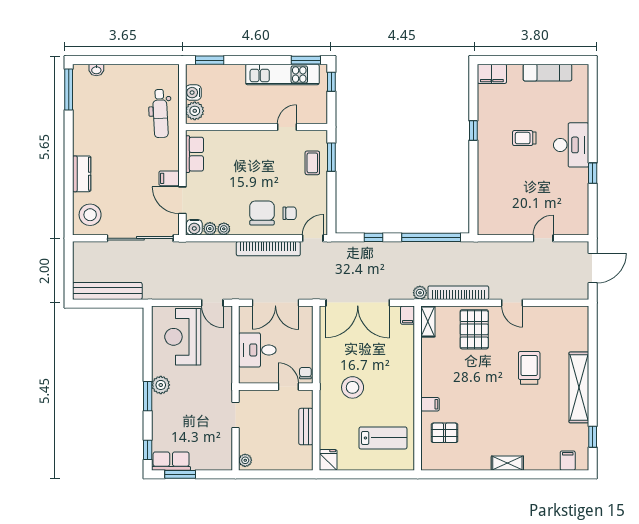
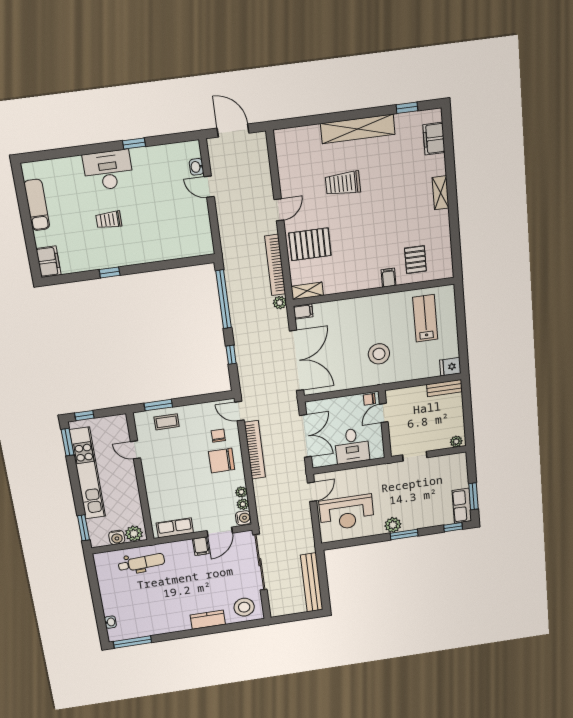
kitchen unit: (282, 74) -> (88, 473), width x1.36
trolley: (524, 138) -> (109, 220), turned 90
washbasin: (563, 229) -> (196, 167), added
bench: (306, 427) -> (444, 388), moved
filing cabinet: (568, 461) -> (434, 139), width x2.00

